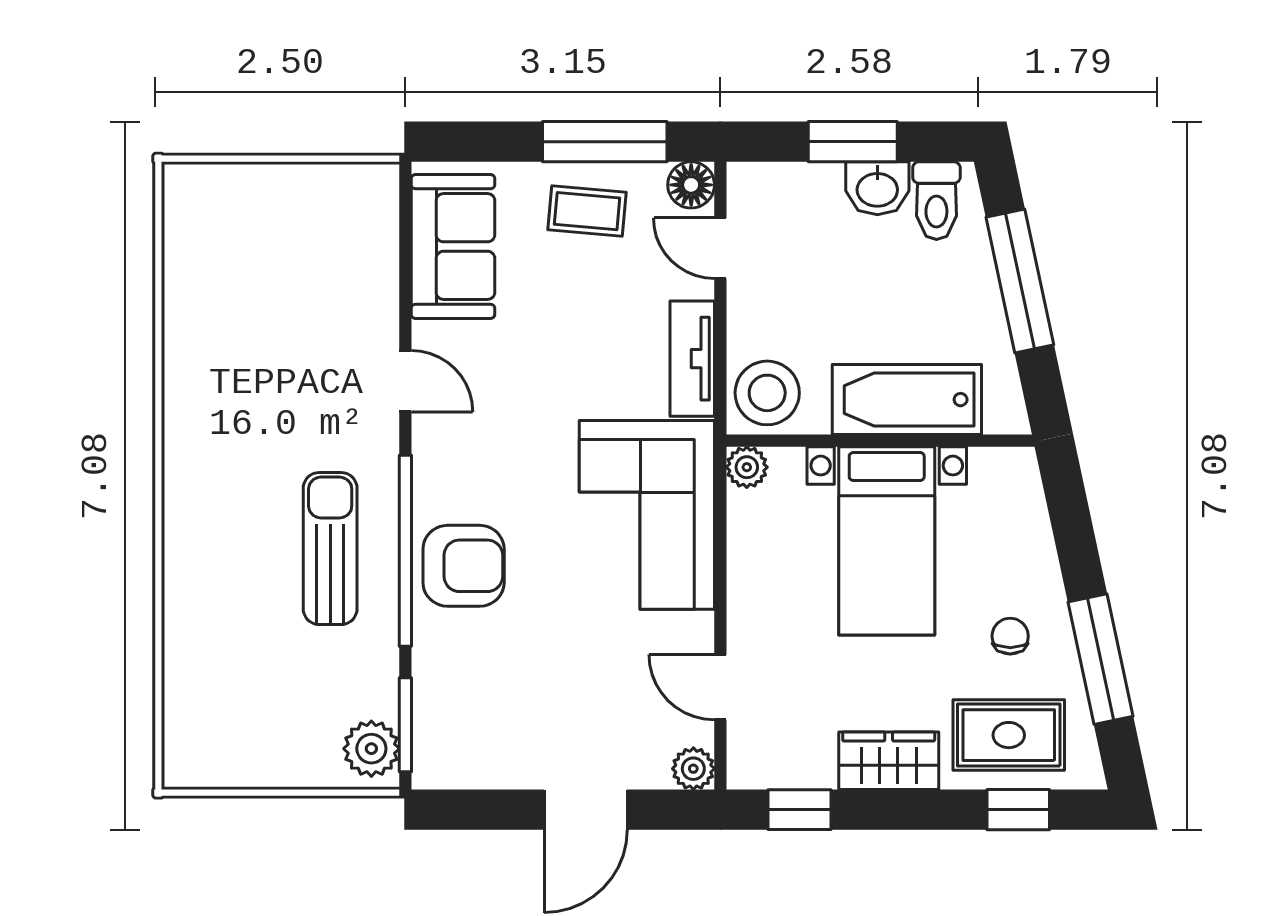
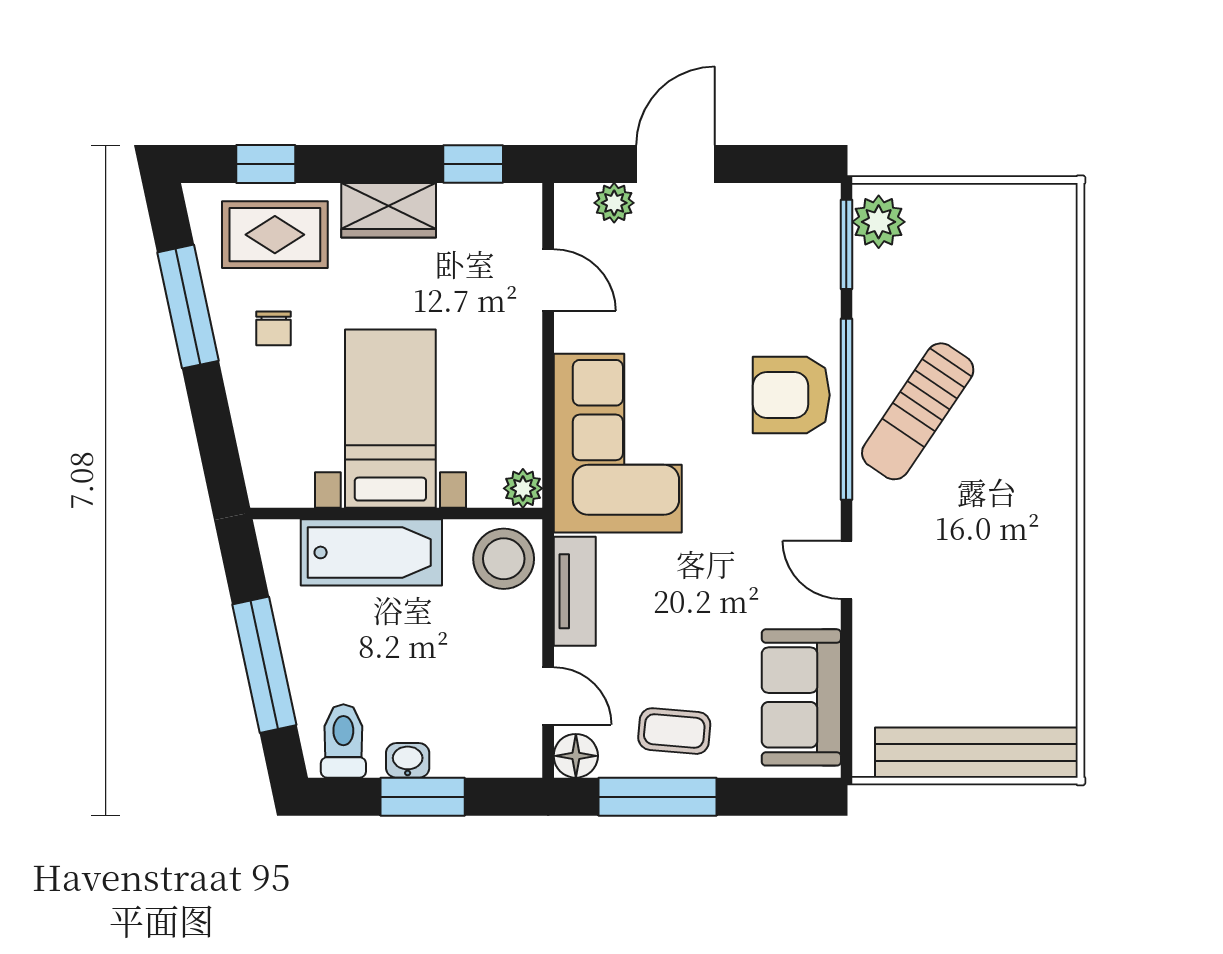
bench: (268, 188) -> (976, 753), added
washbasin: (877, 188) -> (408, 760), width x0.72, depth x0.69
sun lounger: (330, 549) -> (918, 411), turned 34
plant: (693, 769) -> (614, 203), moved

